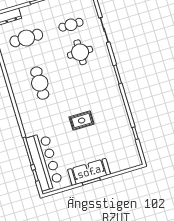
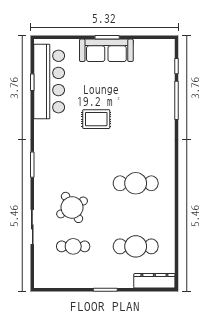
round table: (80, 52) -> (72, 207), turned -30
cafe table: (40, 83) -> (136, 183), turned 90
bar counter: (44, 162) -> (49, 81), moved, turned 180

